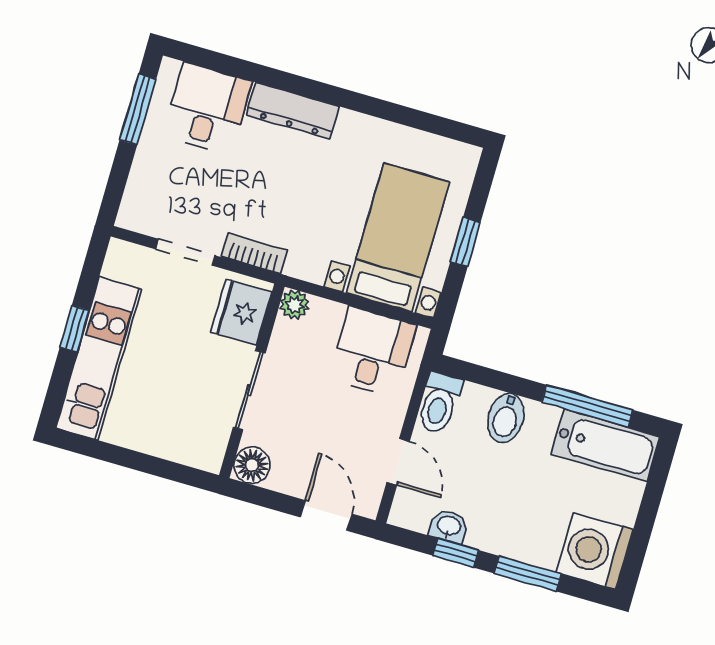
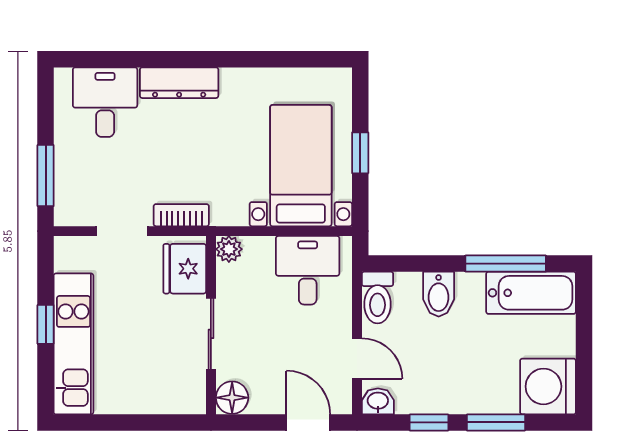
window: (138, 109) -> (46, 176), moved
washbasin: (449, 526) -> (378, 401), moved

